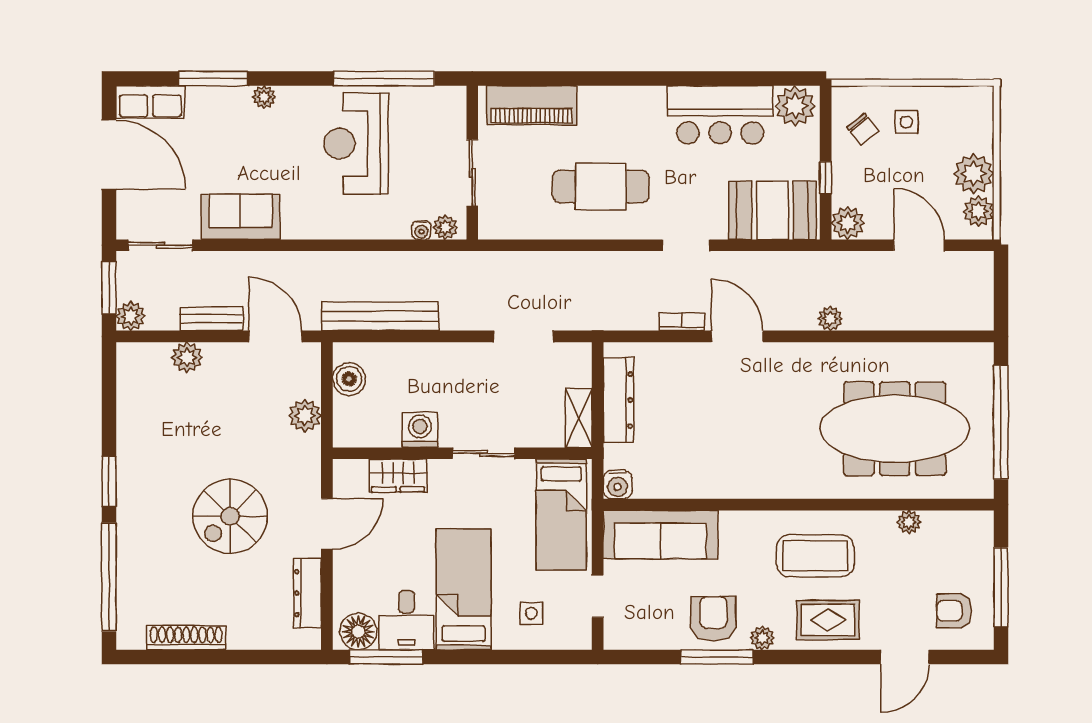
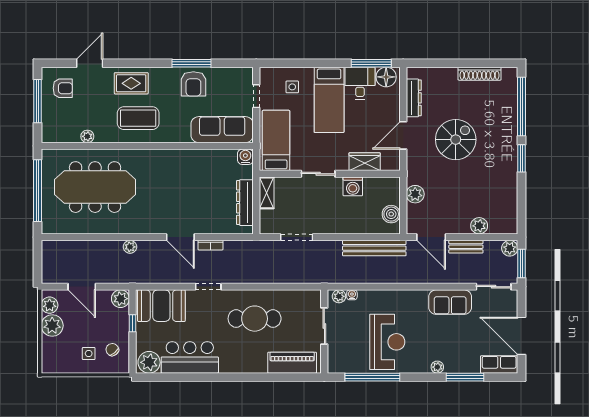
plant: (762, 638) -> (167, 74), removed

